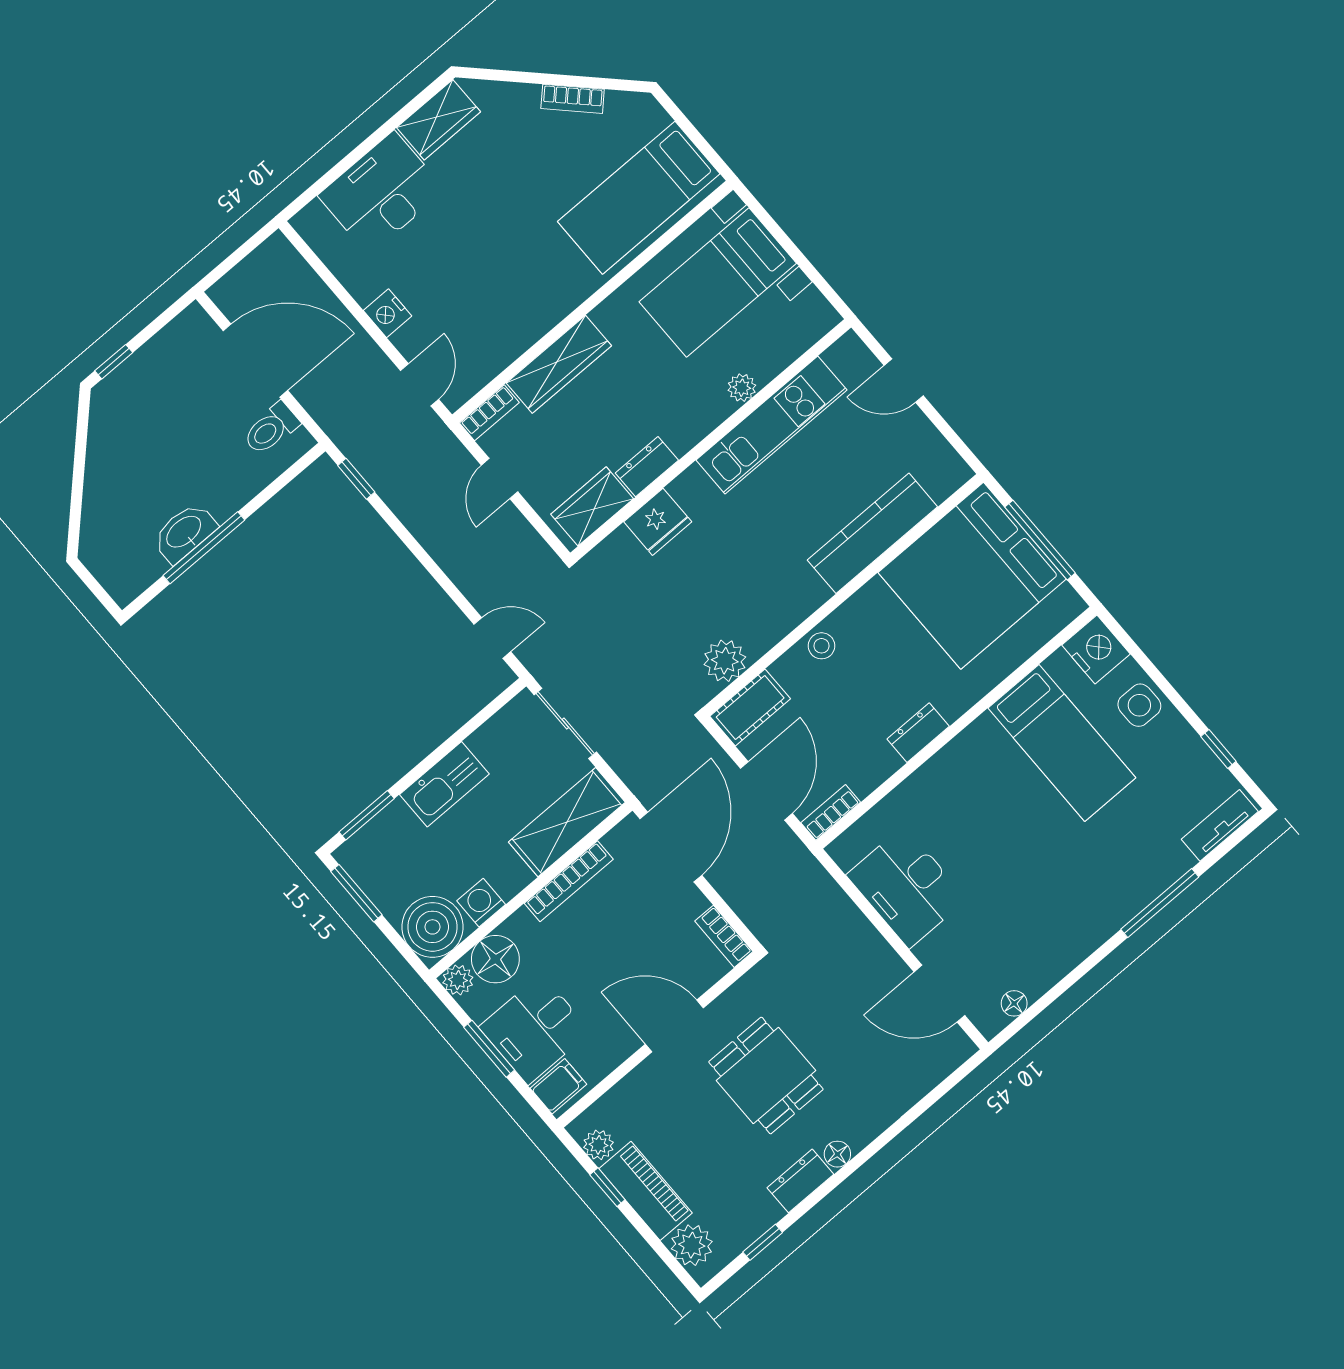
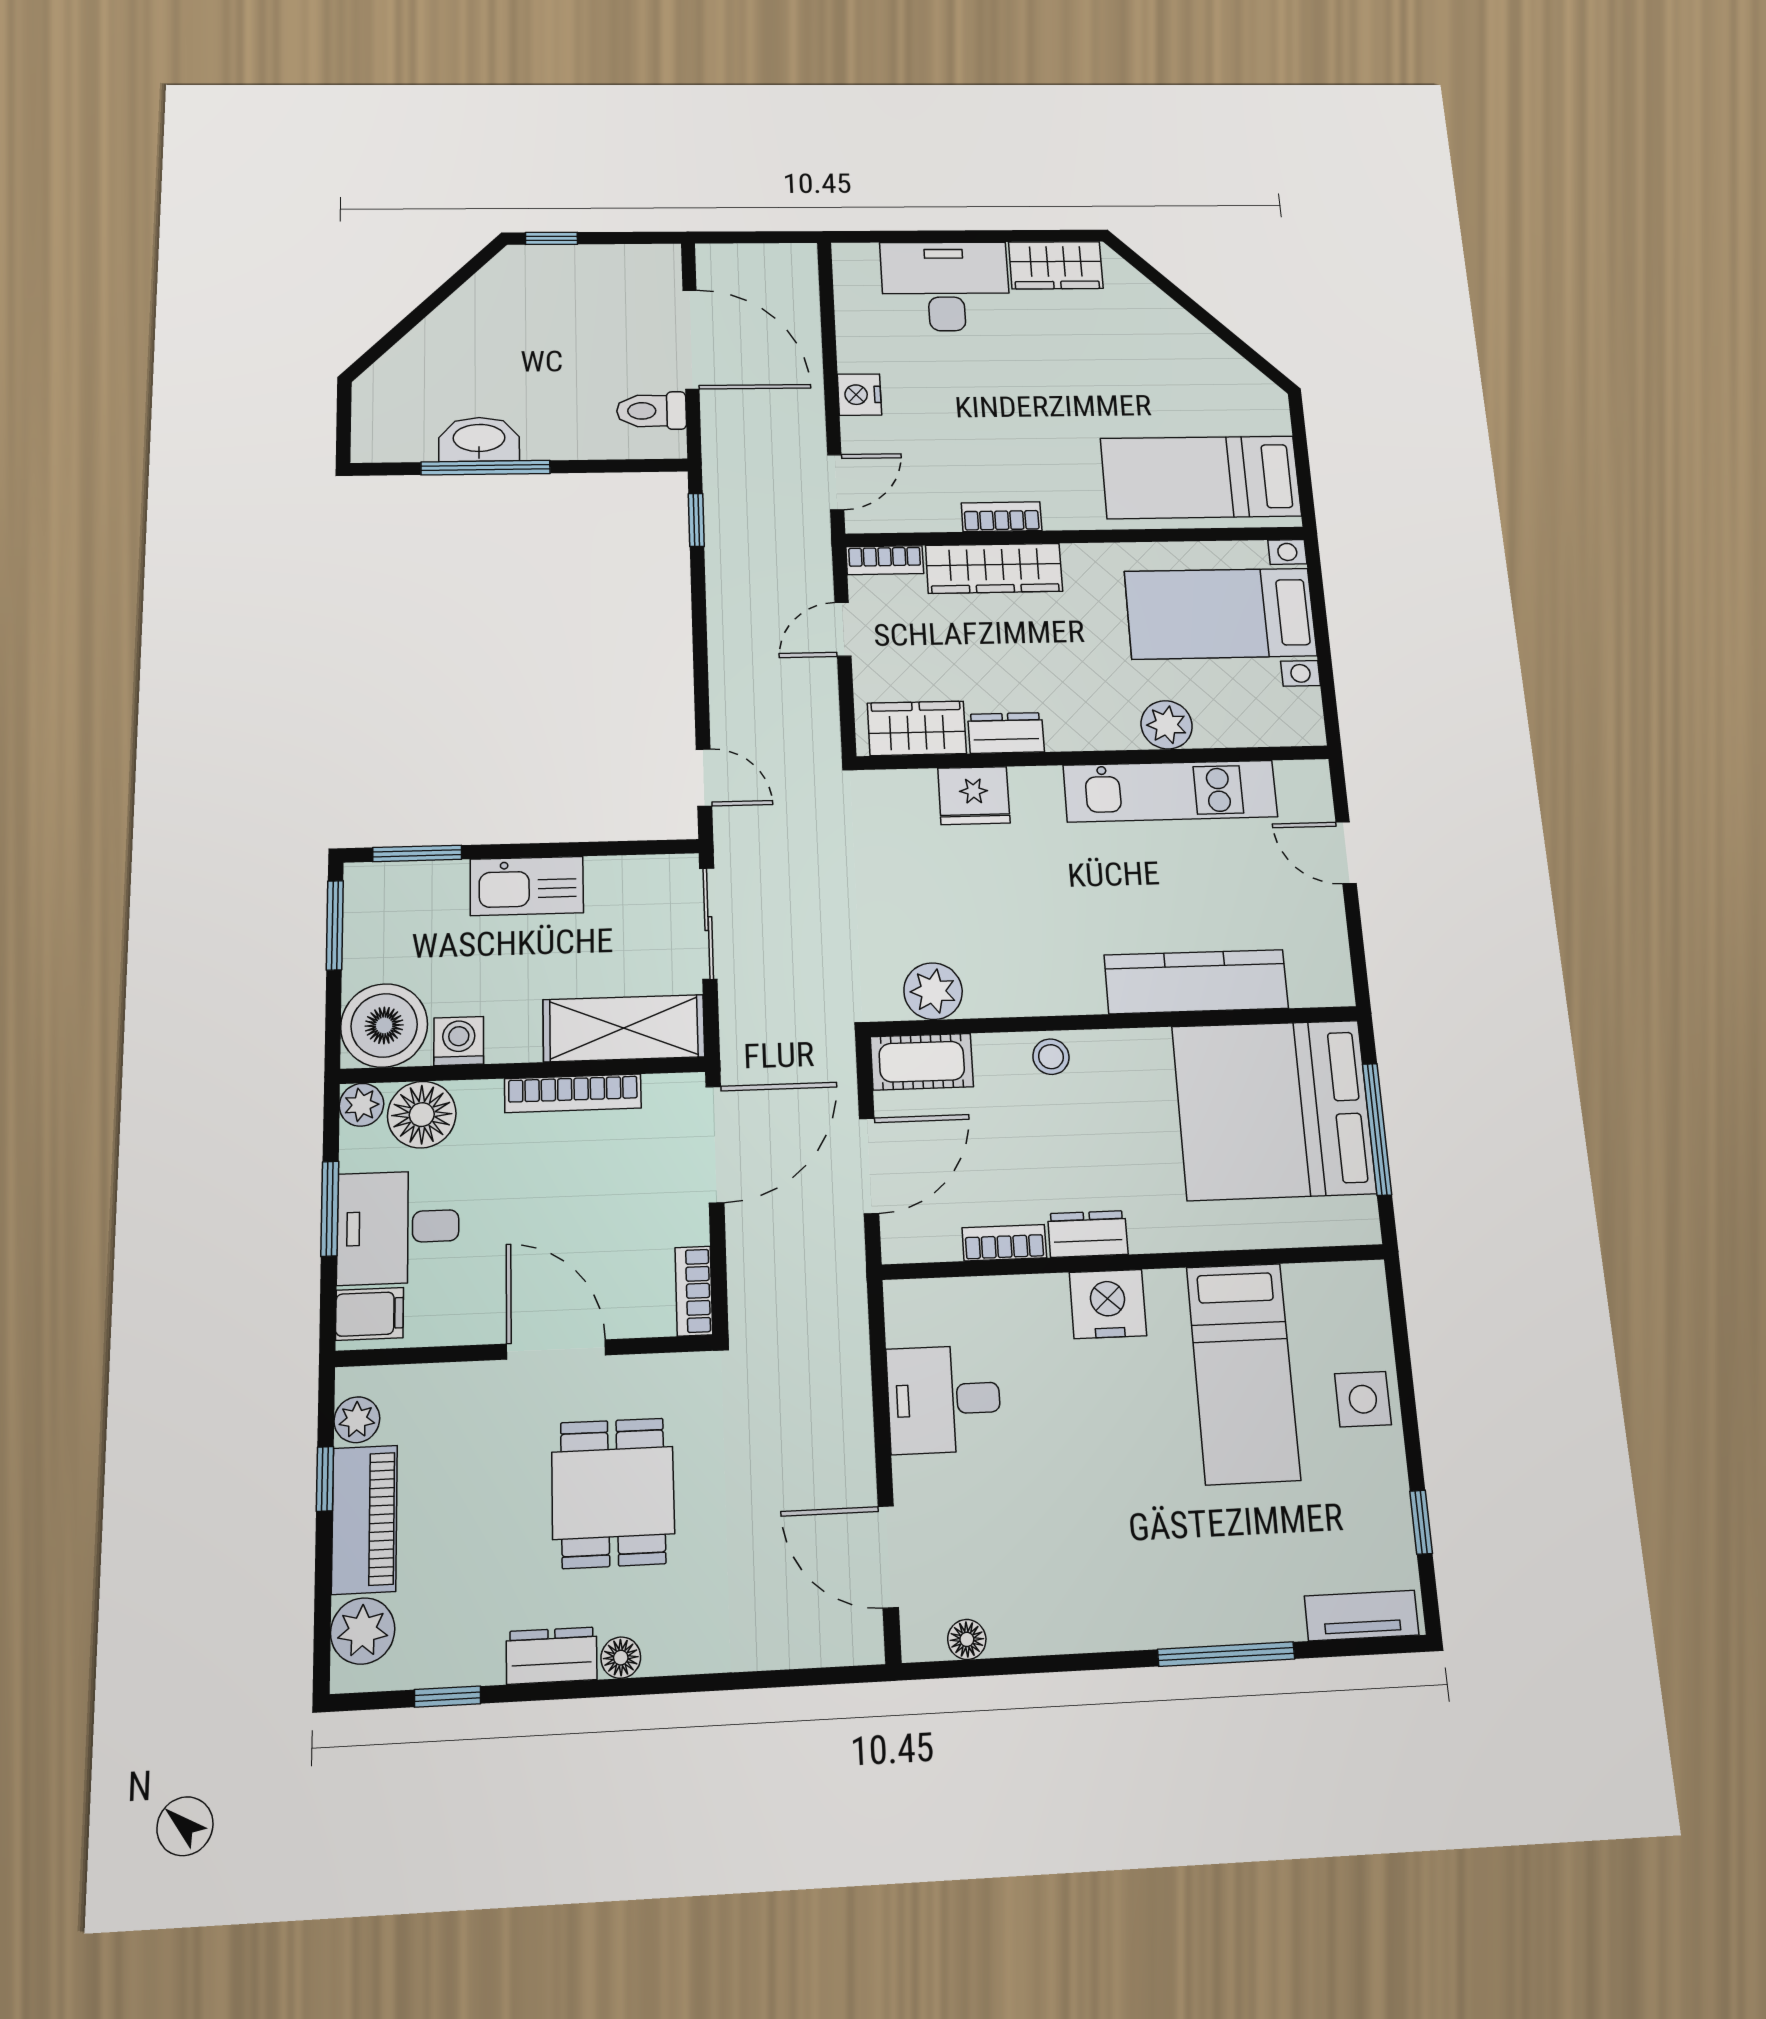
bookcase: (573, 99) -> (1002, 517), moved, turned 135
plant: (742, 388) -> (1167, 725), width x1.38, depth x1.38
nightstand: (1096, 650) -> (1108, 1304), moved, turned -90
bookcase: (831, 812) -> (1004, 1243), moved
desk: (907, 887) -> (944, 1399), width x0.73

